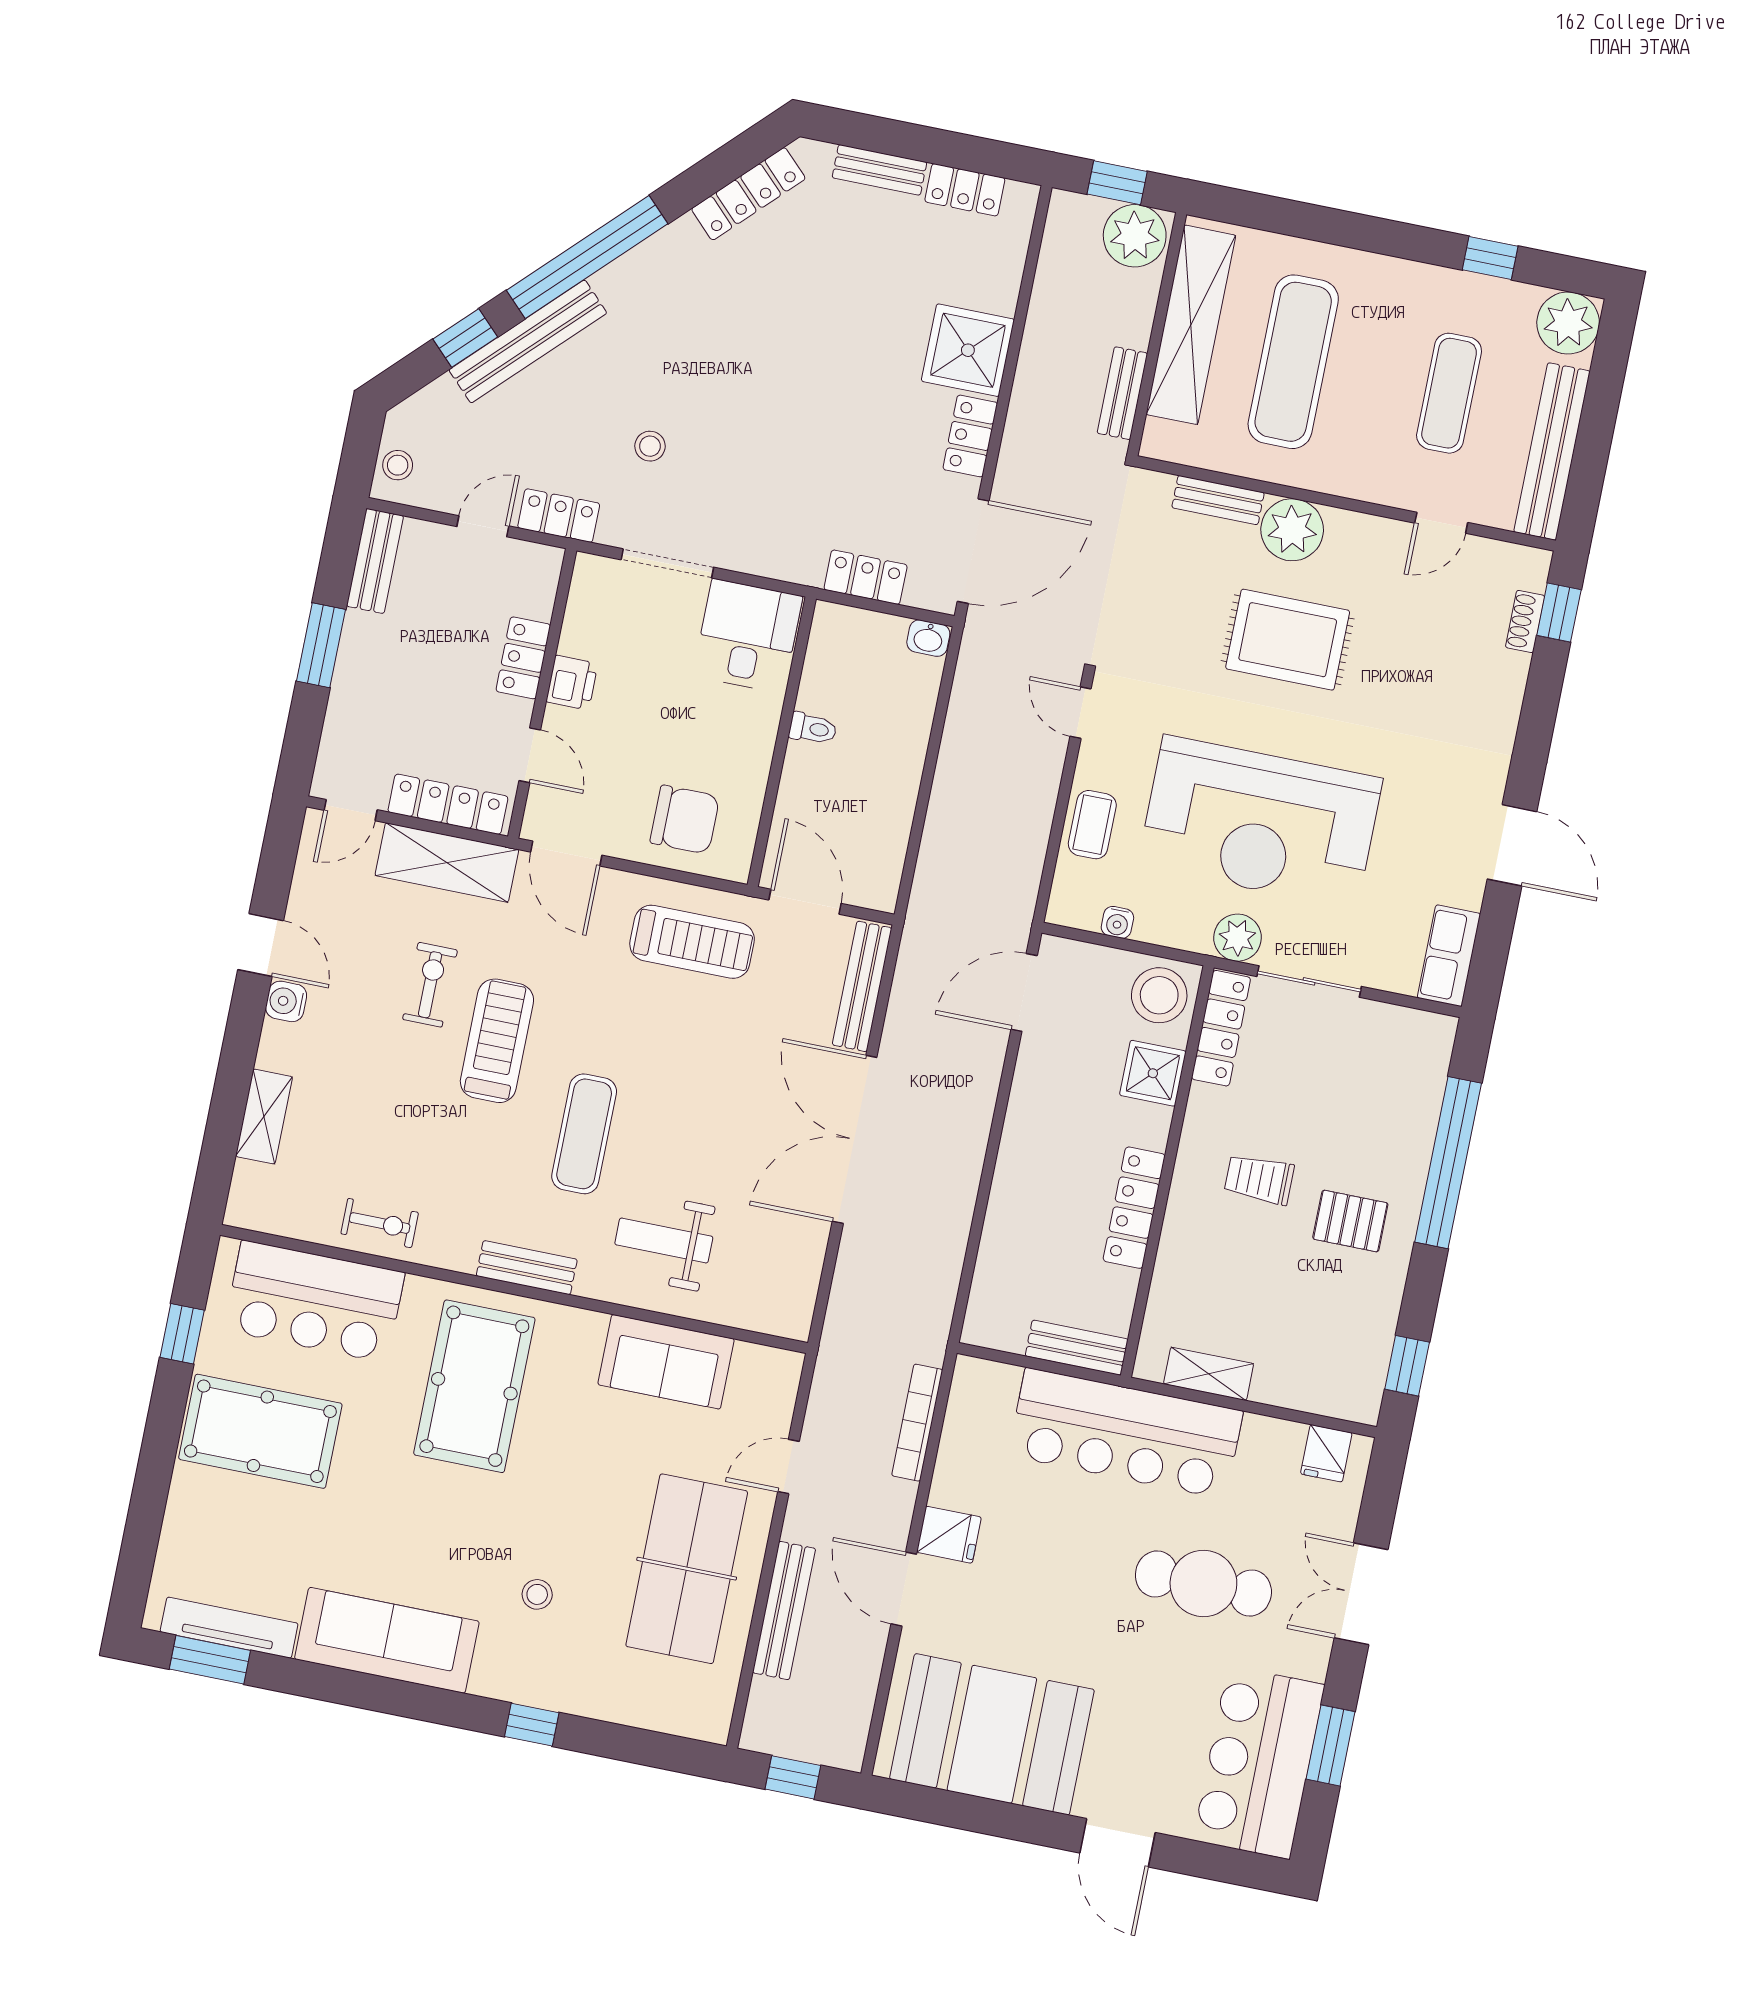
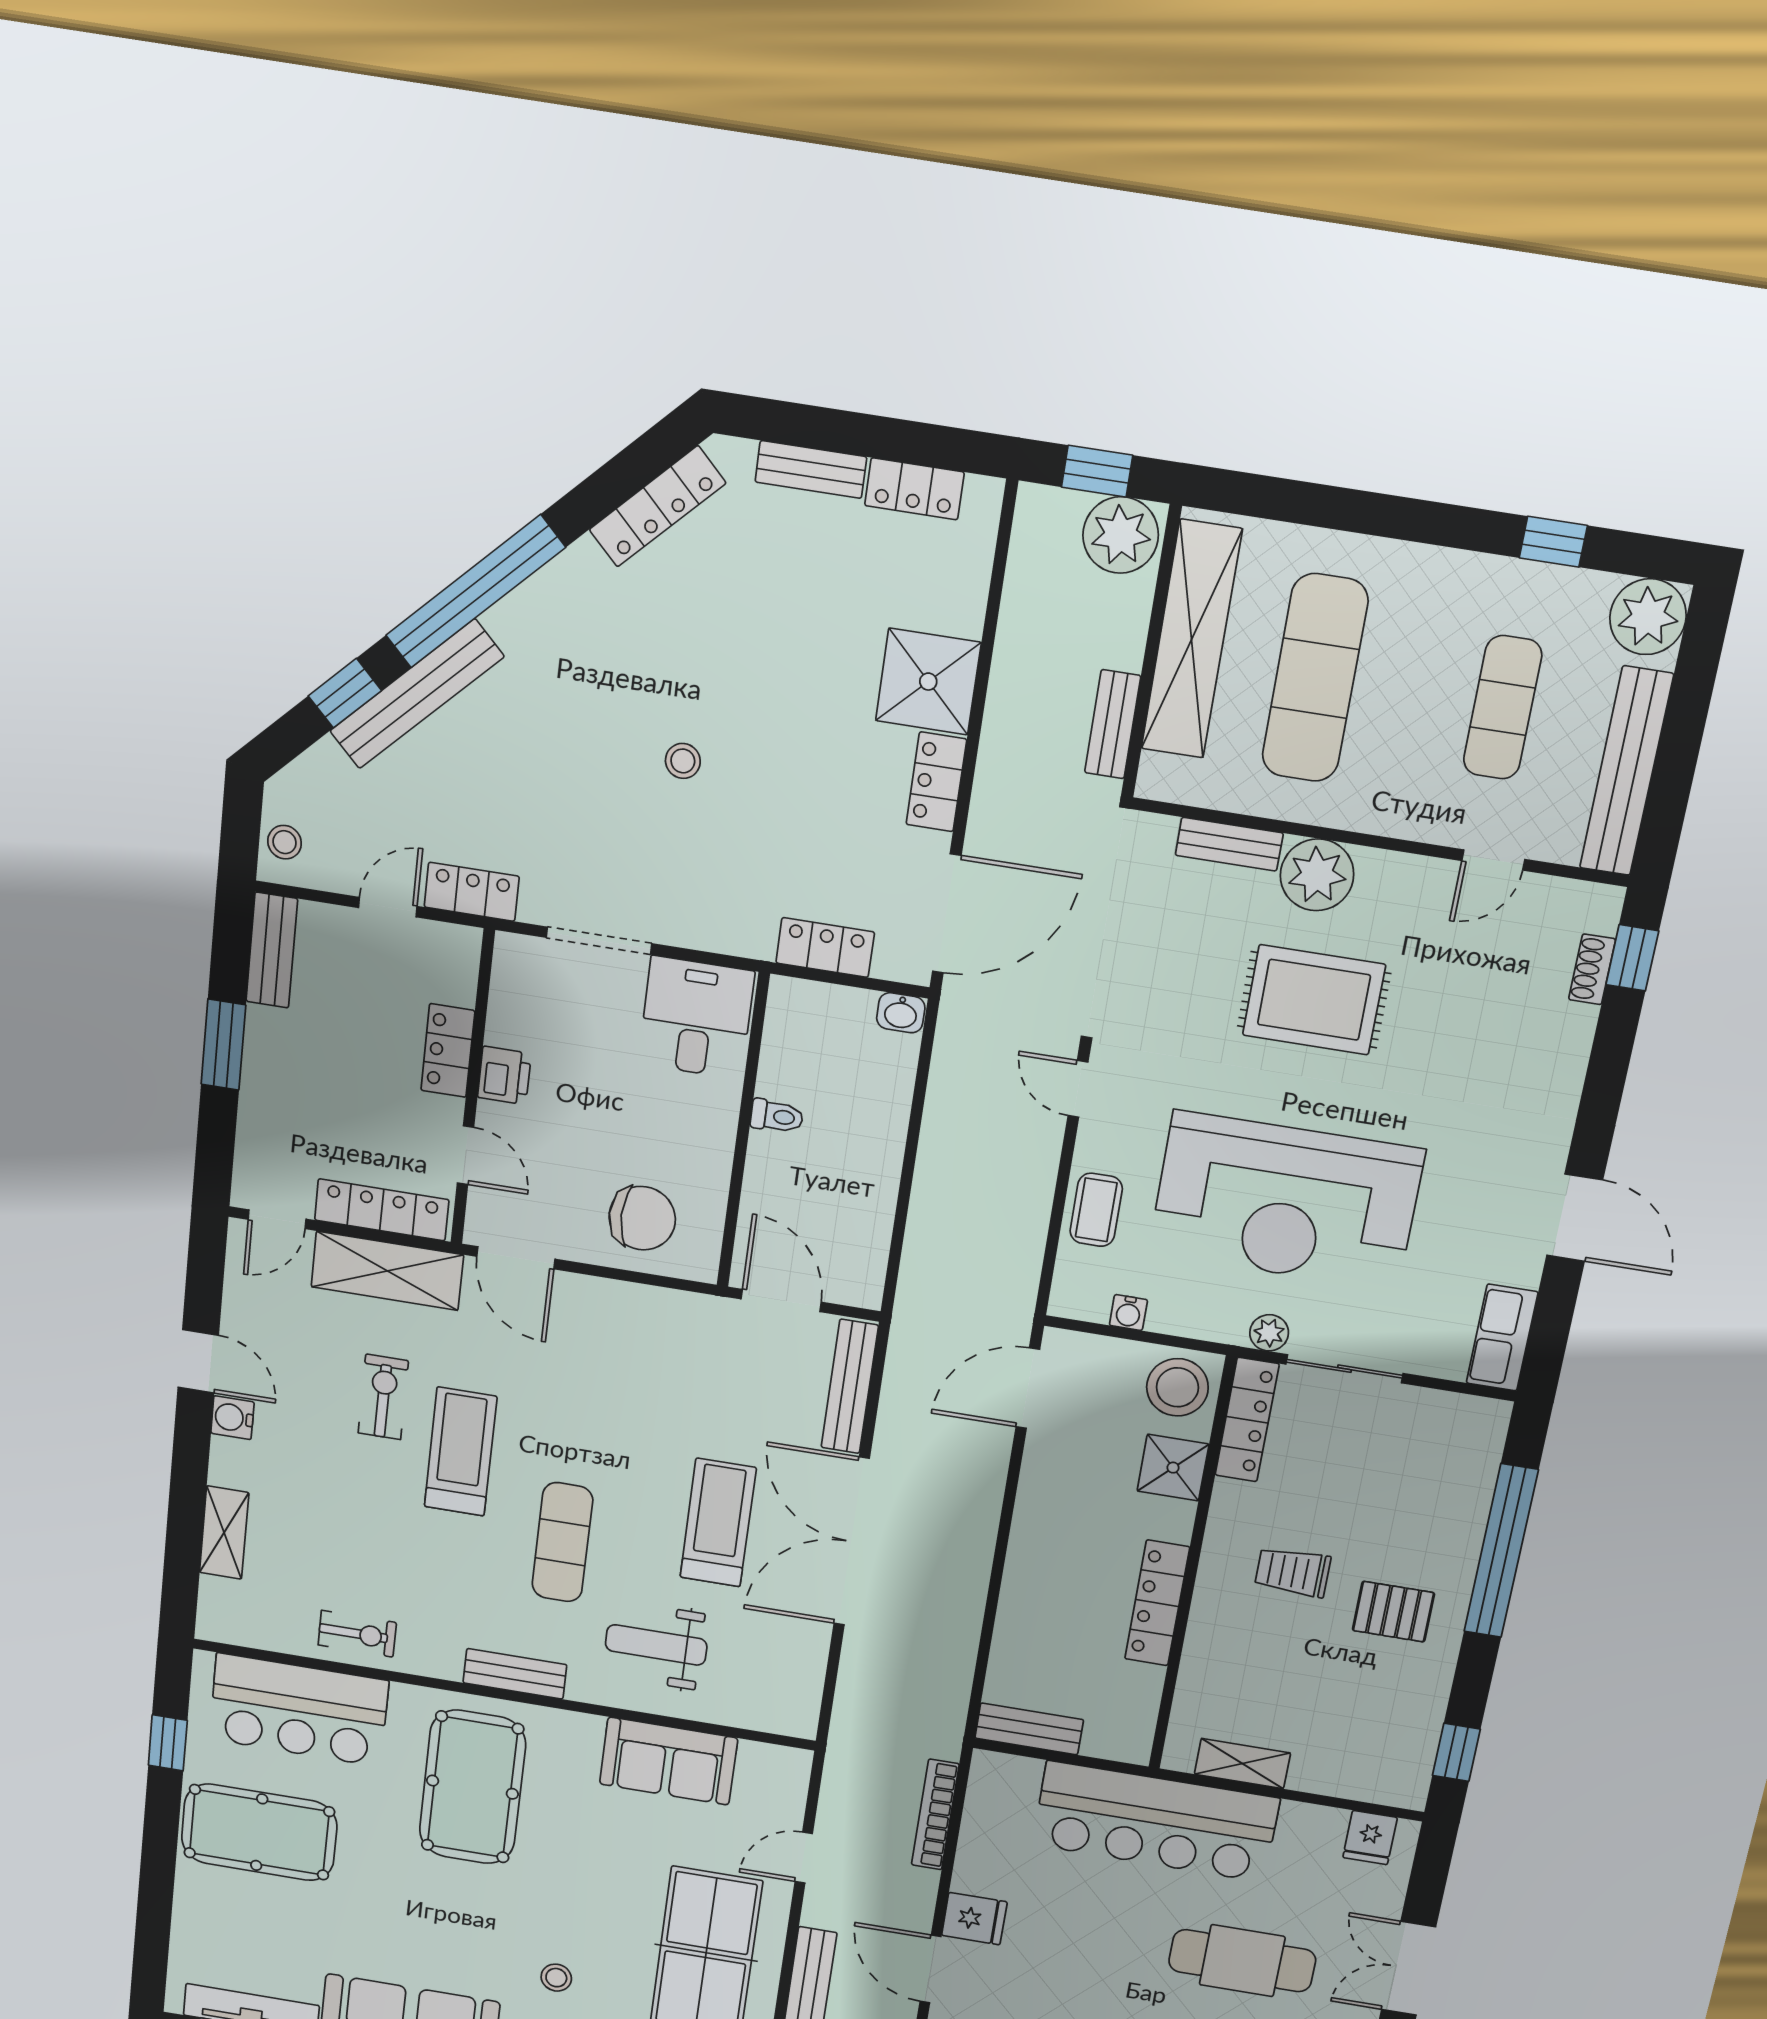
stool: (650, 446) -> (683, 761), moved
plant: (1238, 938) -> (1269, 1333), width x0.73, depth x0.73
treadmill: (692, 942) -> (718, 1523), moved, turned -90
bench: (1077, 1348) -> (1029, 1729), moved

